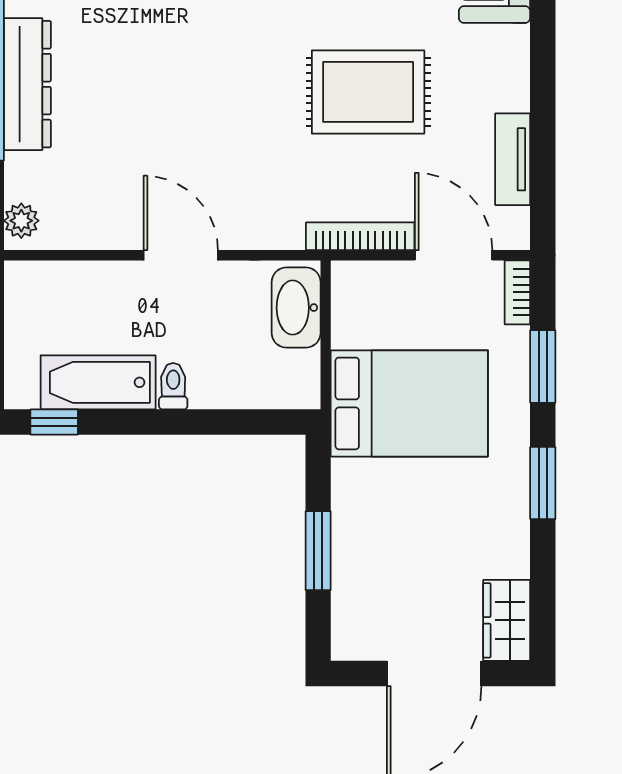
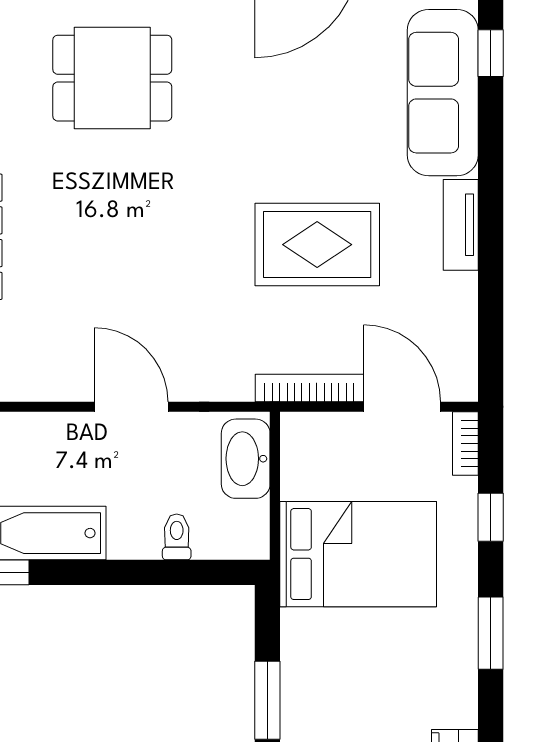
tv unit: (513, 159) -> (461, 225), moved
window: (543, 366) -> (491, 517), width x0.67
toilet: (173, 386) -> (177, 537), moved

